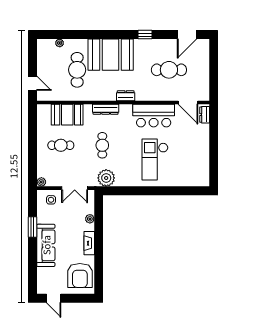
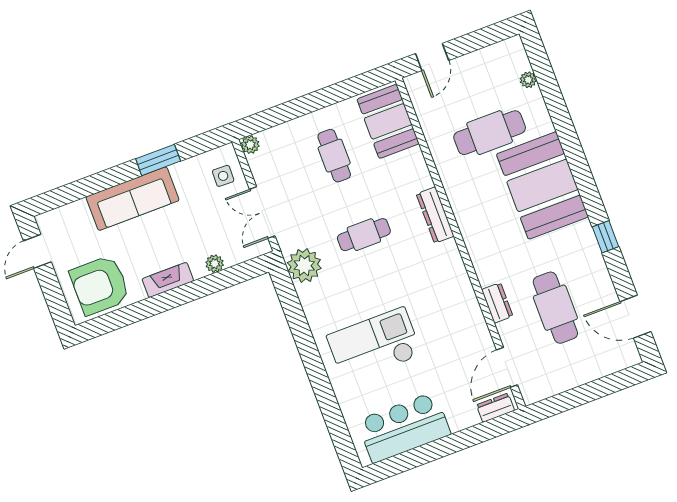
dresser: (126, 96) -> (497, 303), moved
booth: (67, 115) -> (388, 121), moved
bar counter: (154, 116) -> (404, 427), moved, turned 90

